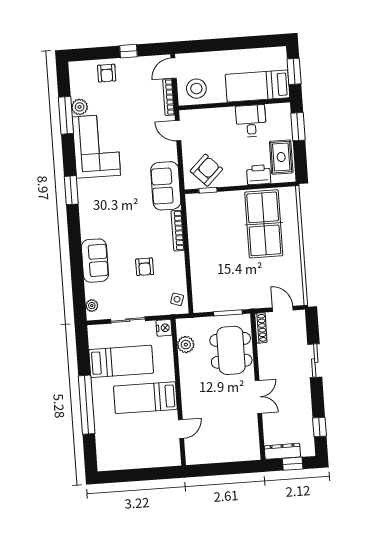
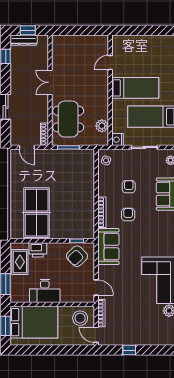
door: (174, 68) -> (96, 335), swing flipped
armchair: (107, 73) -> (128, 215), moved
bed: (258, 86) -> (34, 322), width x1.50
desk: (251, 121) -> (45, 291), width x1.37
dresser: (282, 451) -> (24, 40), moved

